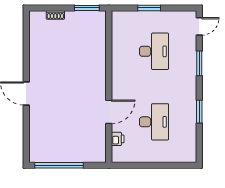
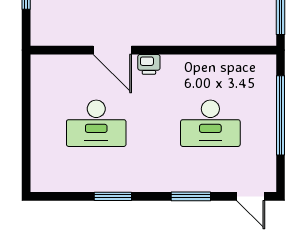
window: (149, 8) -> (281, 115), width x2.11
printer: (118, 139) -> (149, 64), moved

